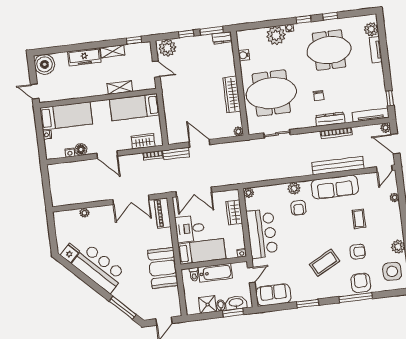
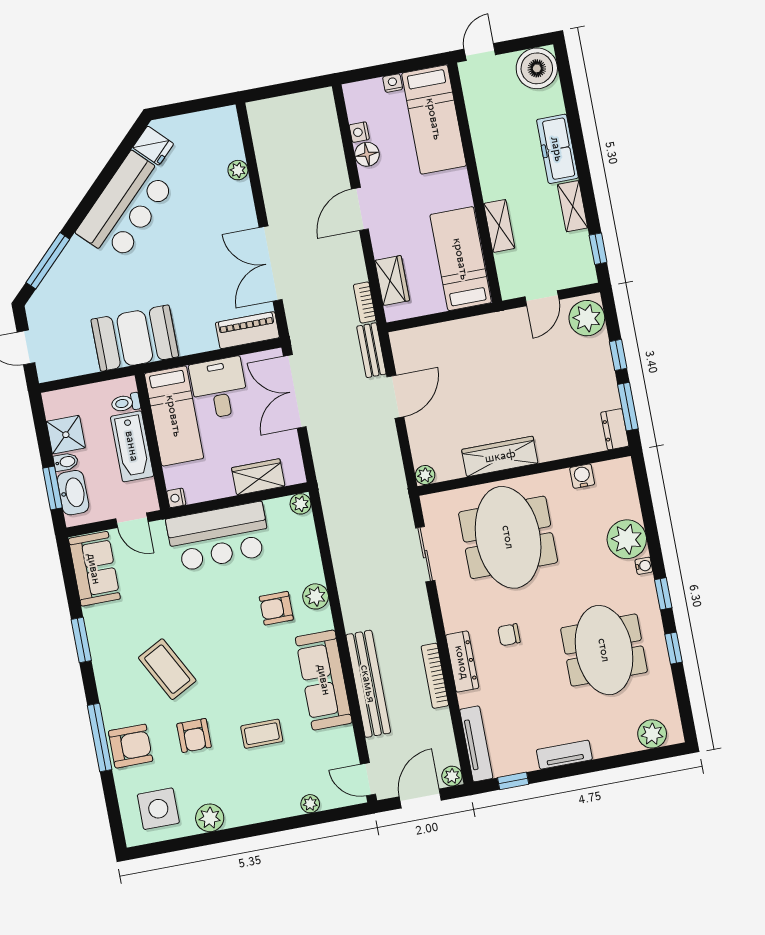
tv unit: (376, 50) -> (564, 755), moved

